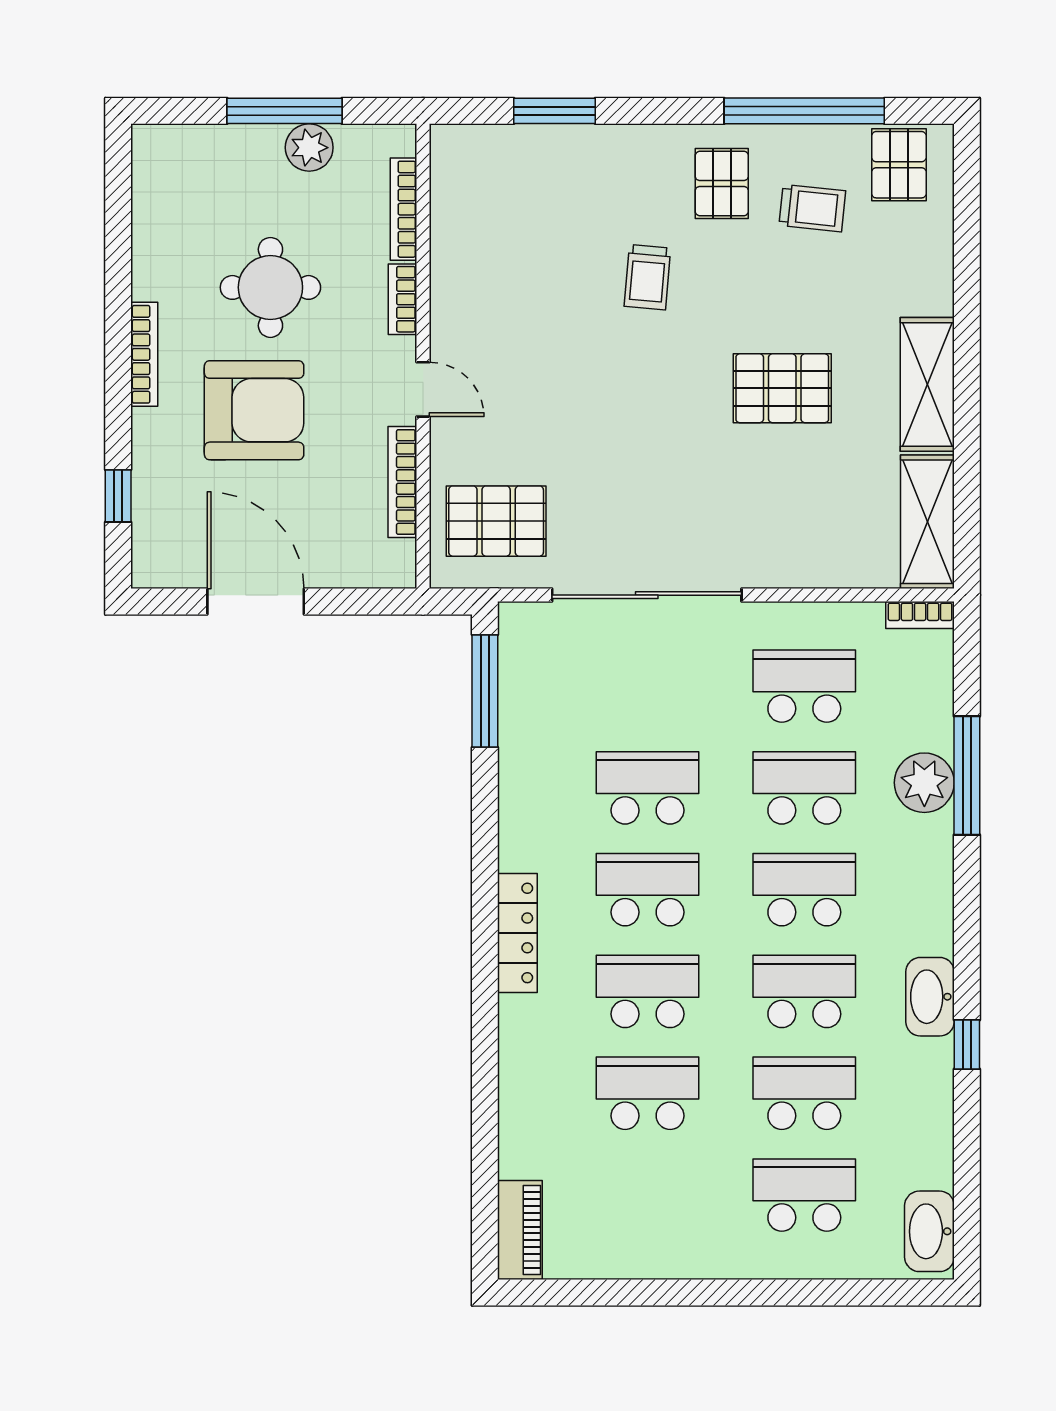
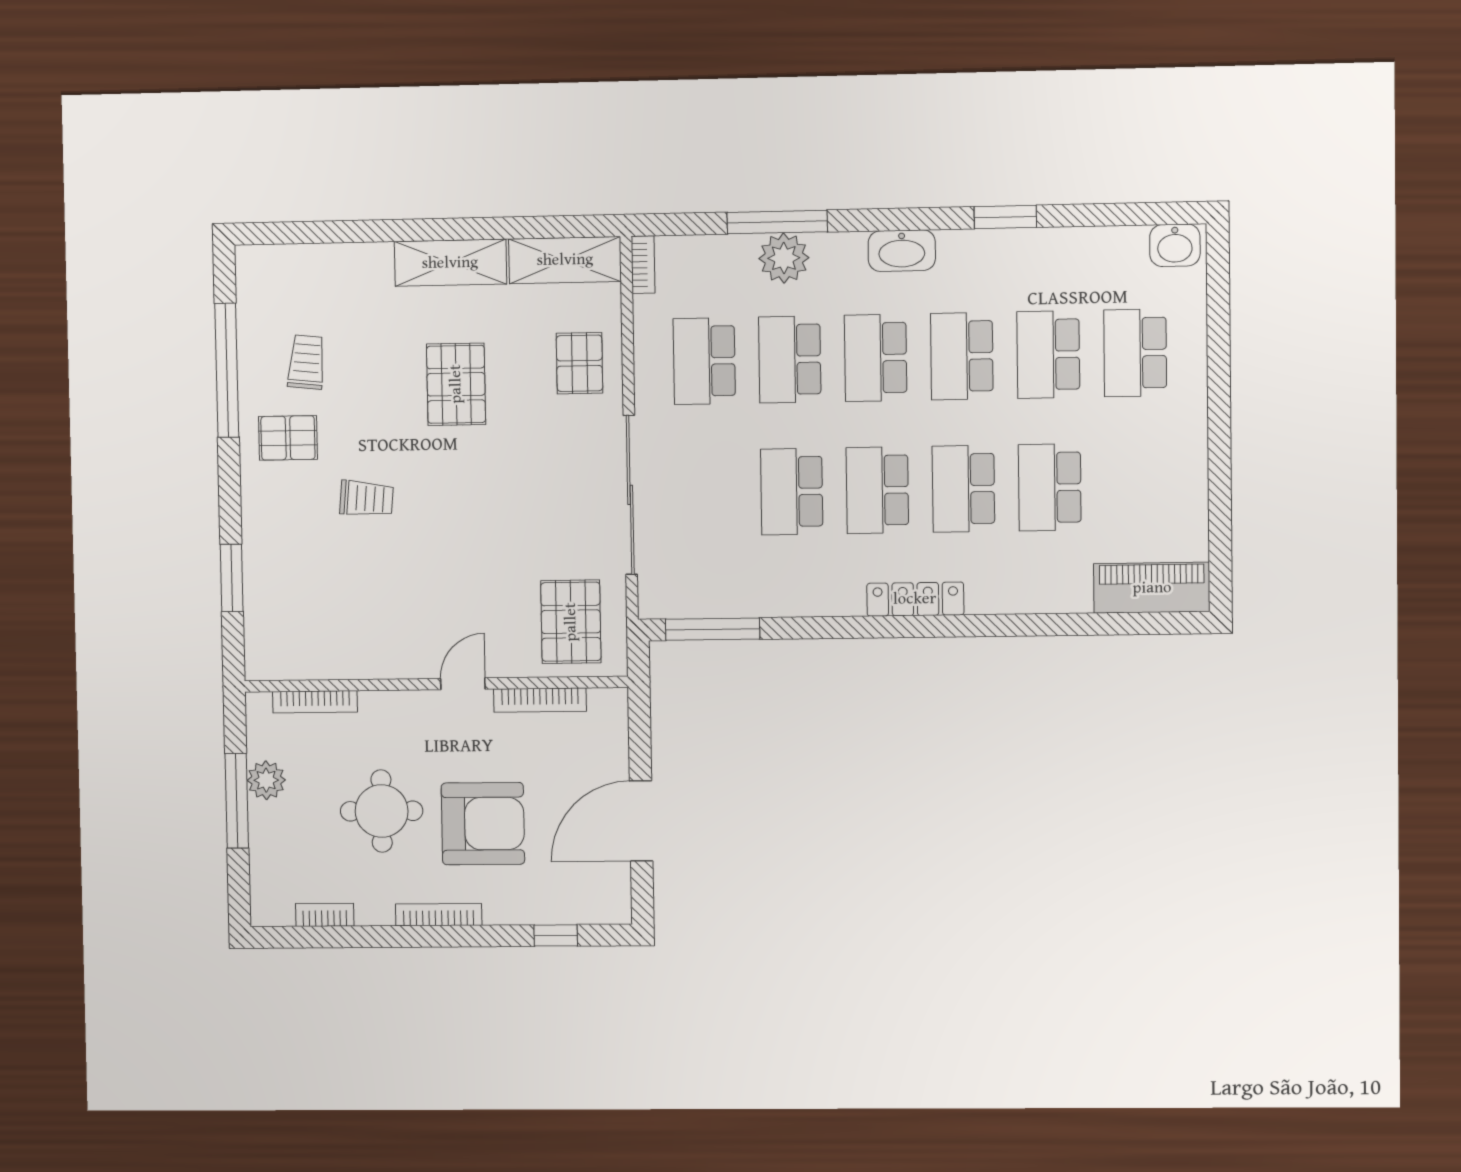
pallet: (899, 165) -> (579, 363), moved, turned 90
bookcase: (403, 299) -> (325, 915), moved, turned 180
armchair: (254, 410) -> (483, 824), turned 90
washbasin: (930, 997) -> (902, 251), moved
window: (967, 1045) -> (1005, 217), width x1.50
piano: (520, 1230) -> (1152, 588), width x1.37, depth x1.33
washbasin: (929, 1231) -> (1175, 245), width x0.72

